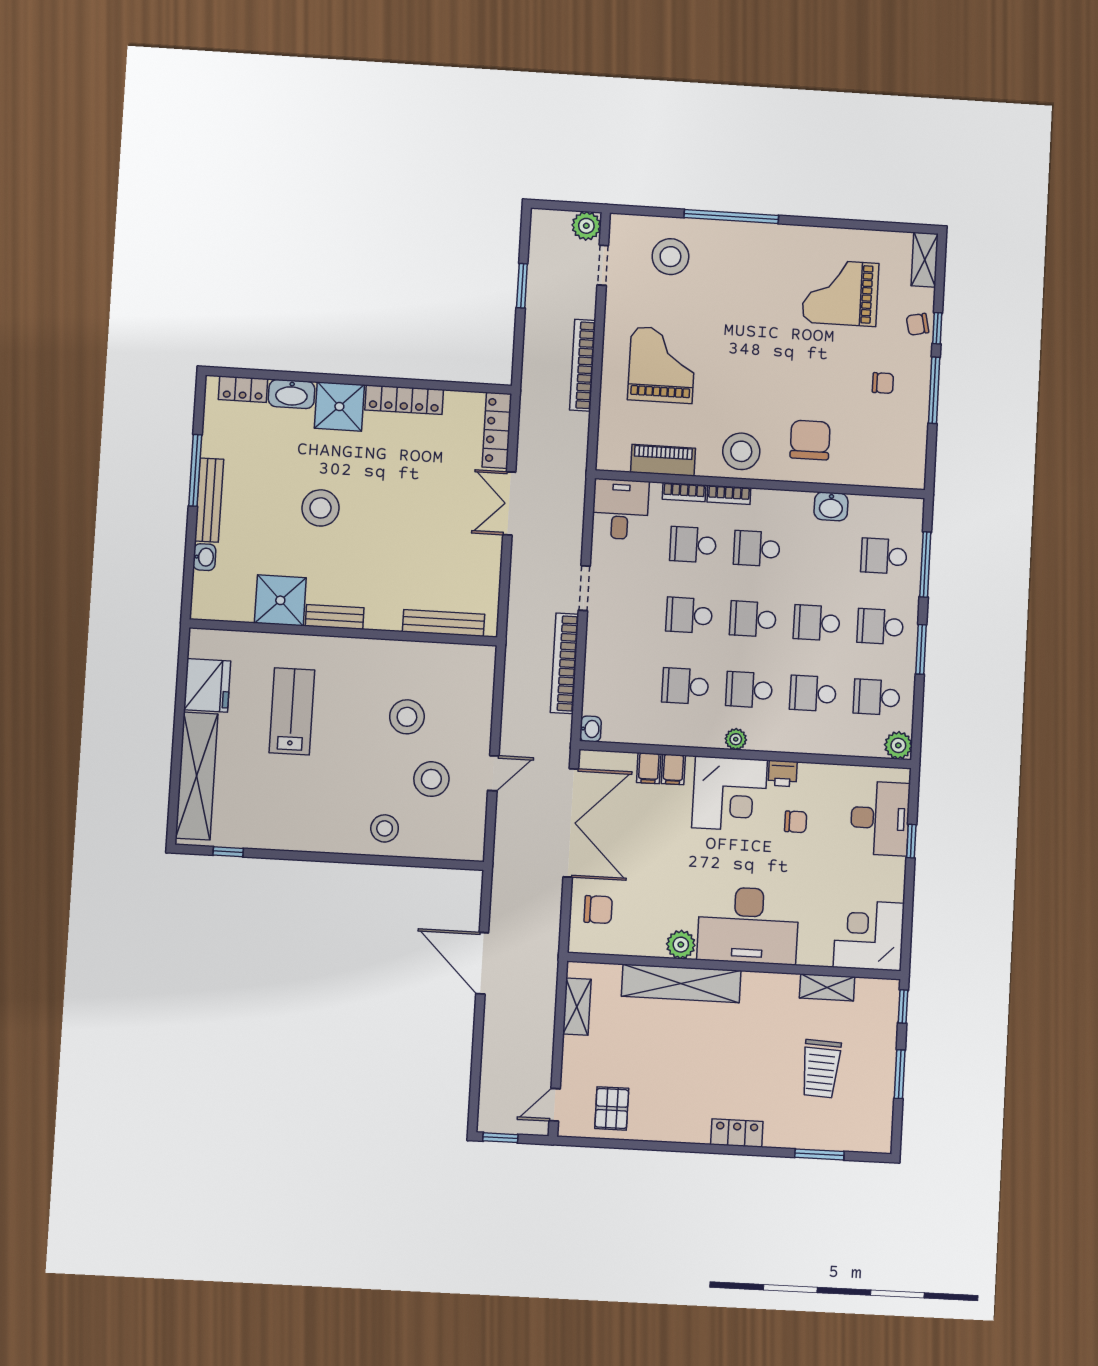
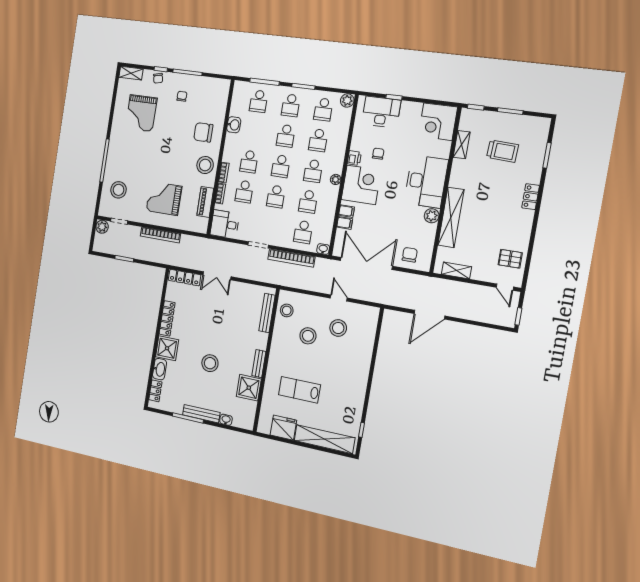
school desk: (621, 682) -> (303, 232), added
stool: (385, 828) -> (287, 310), moved

